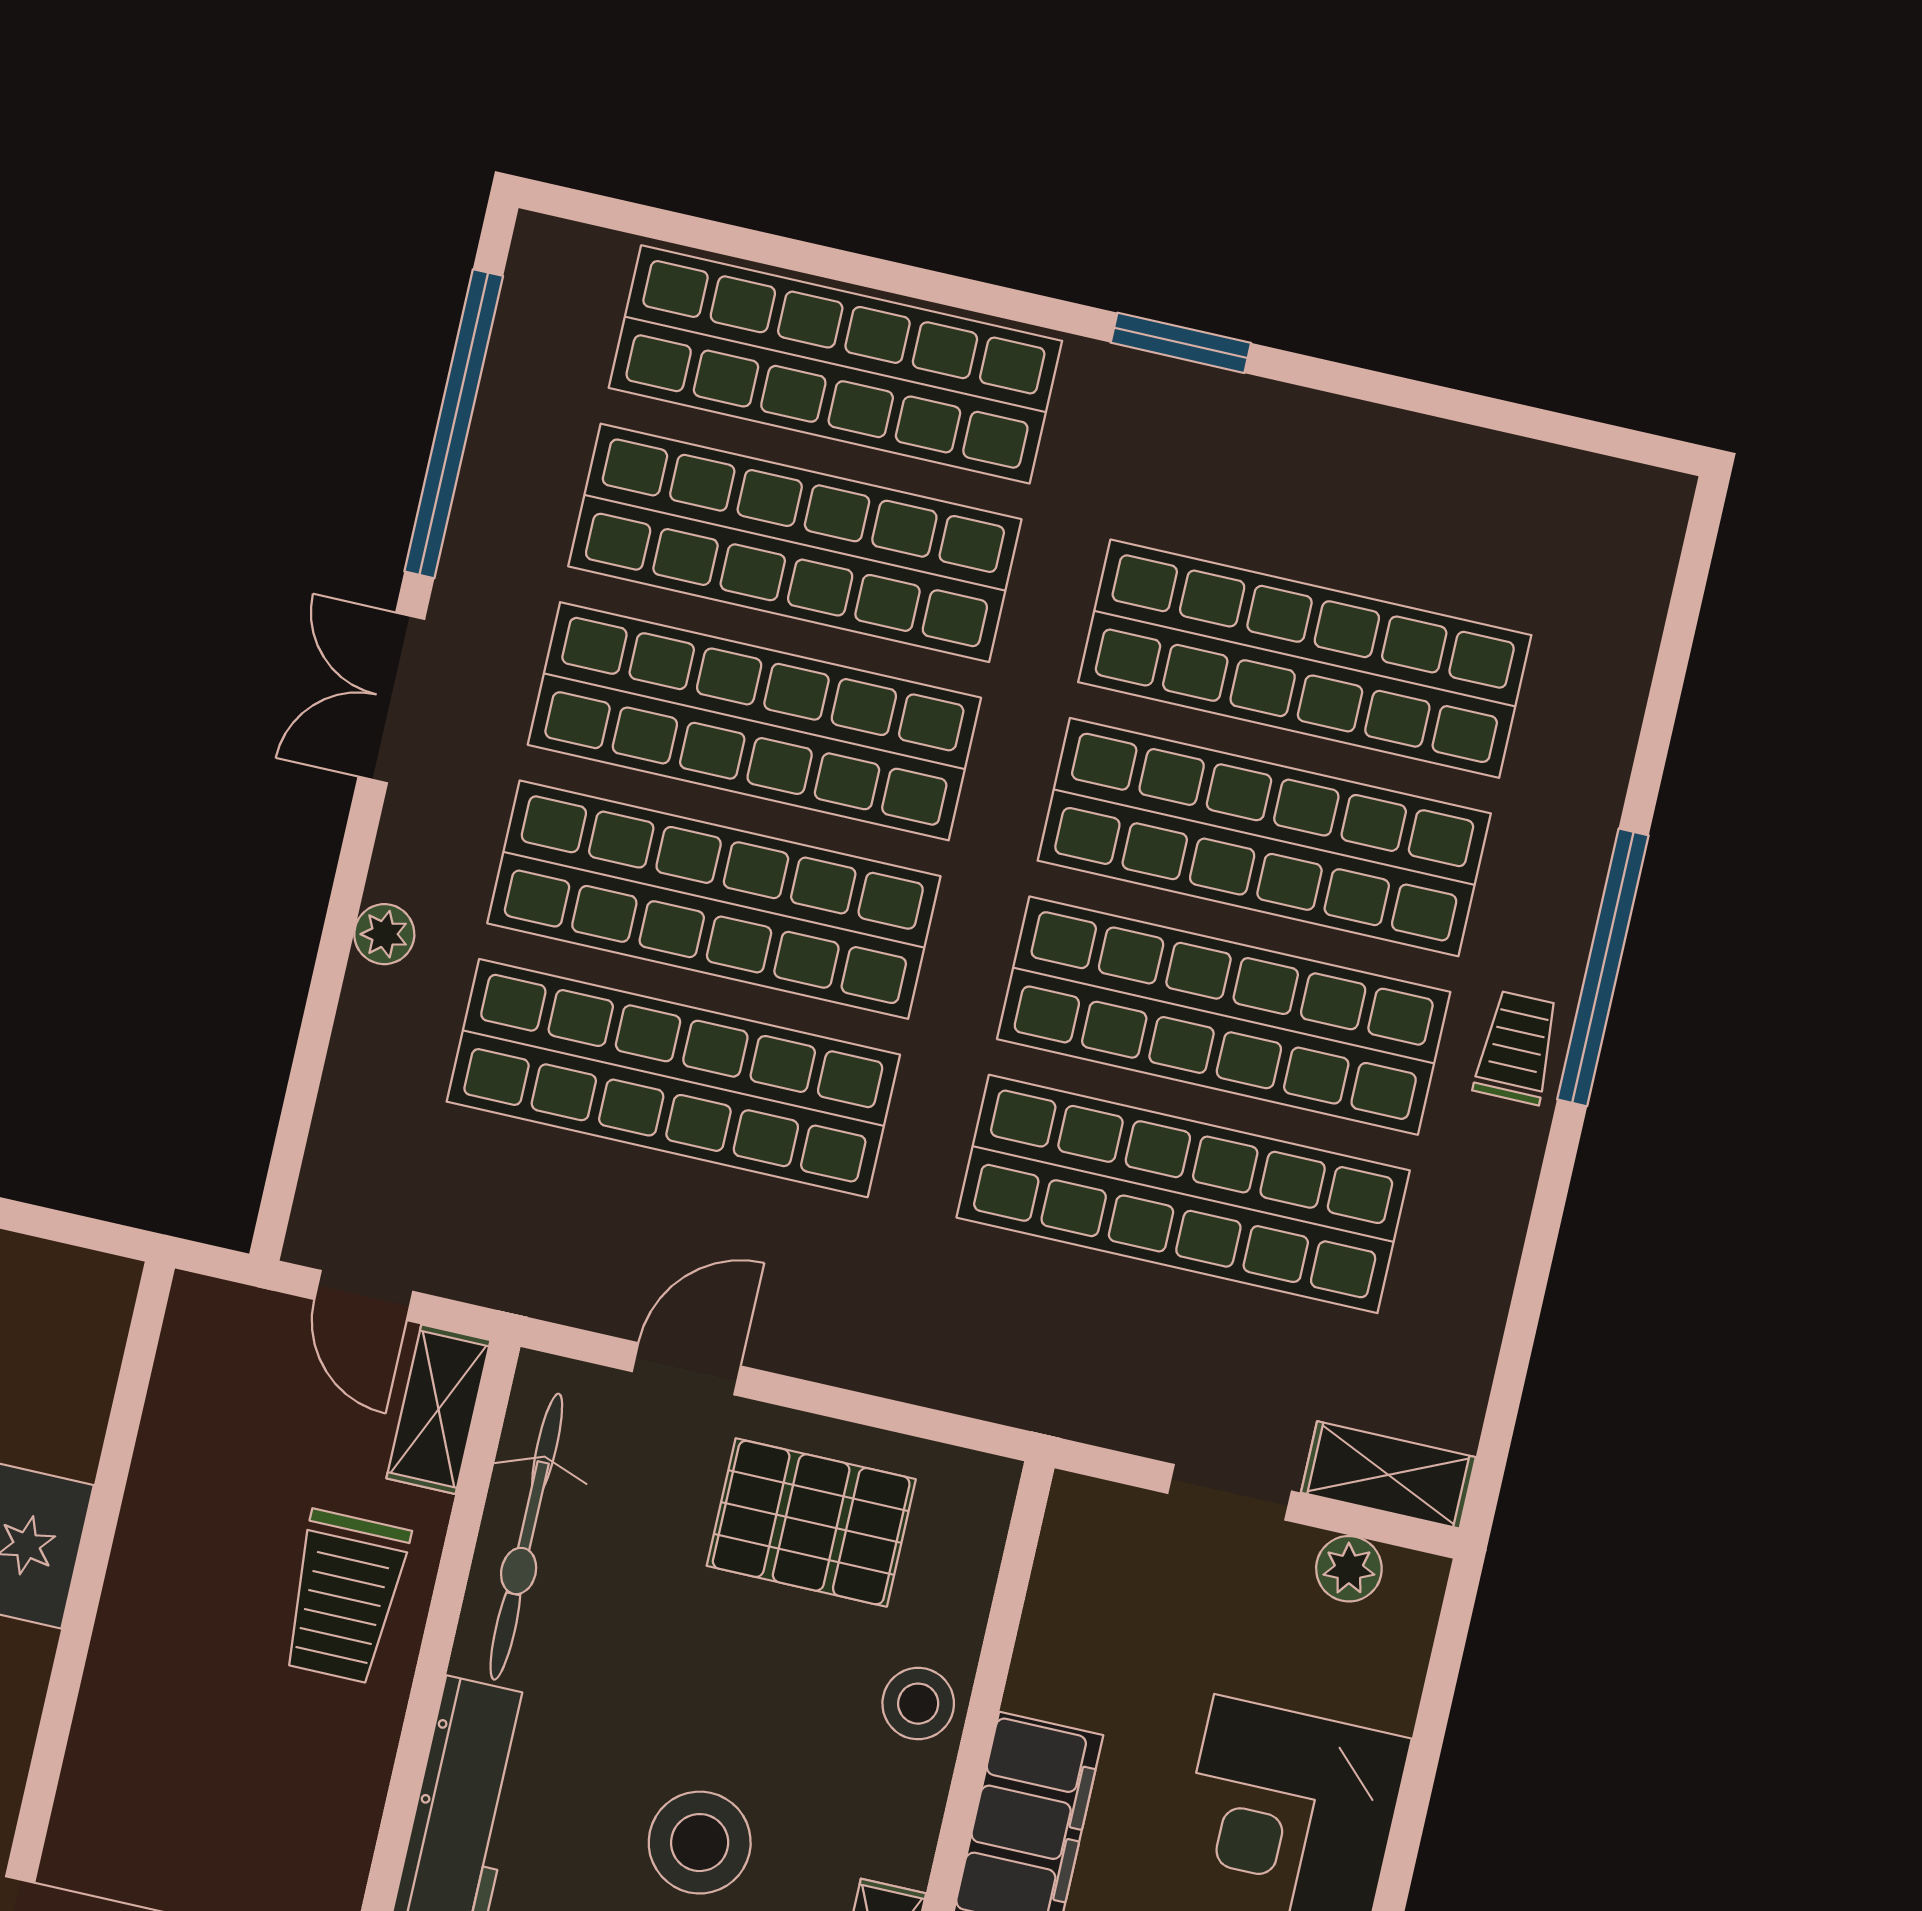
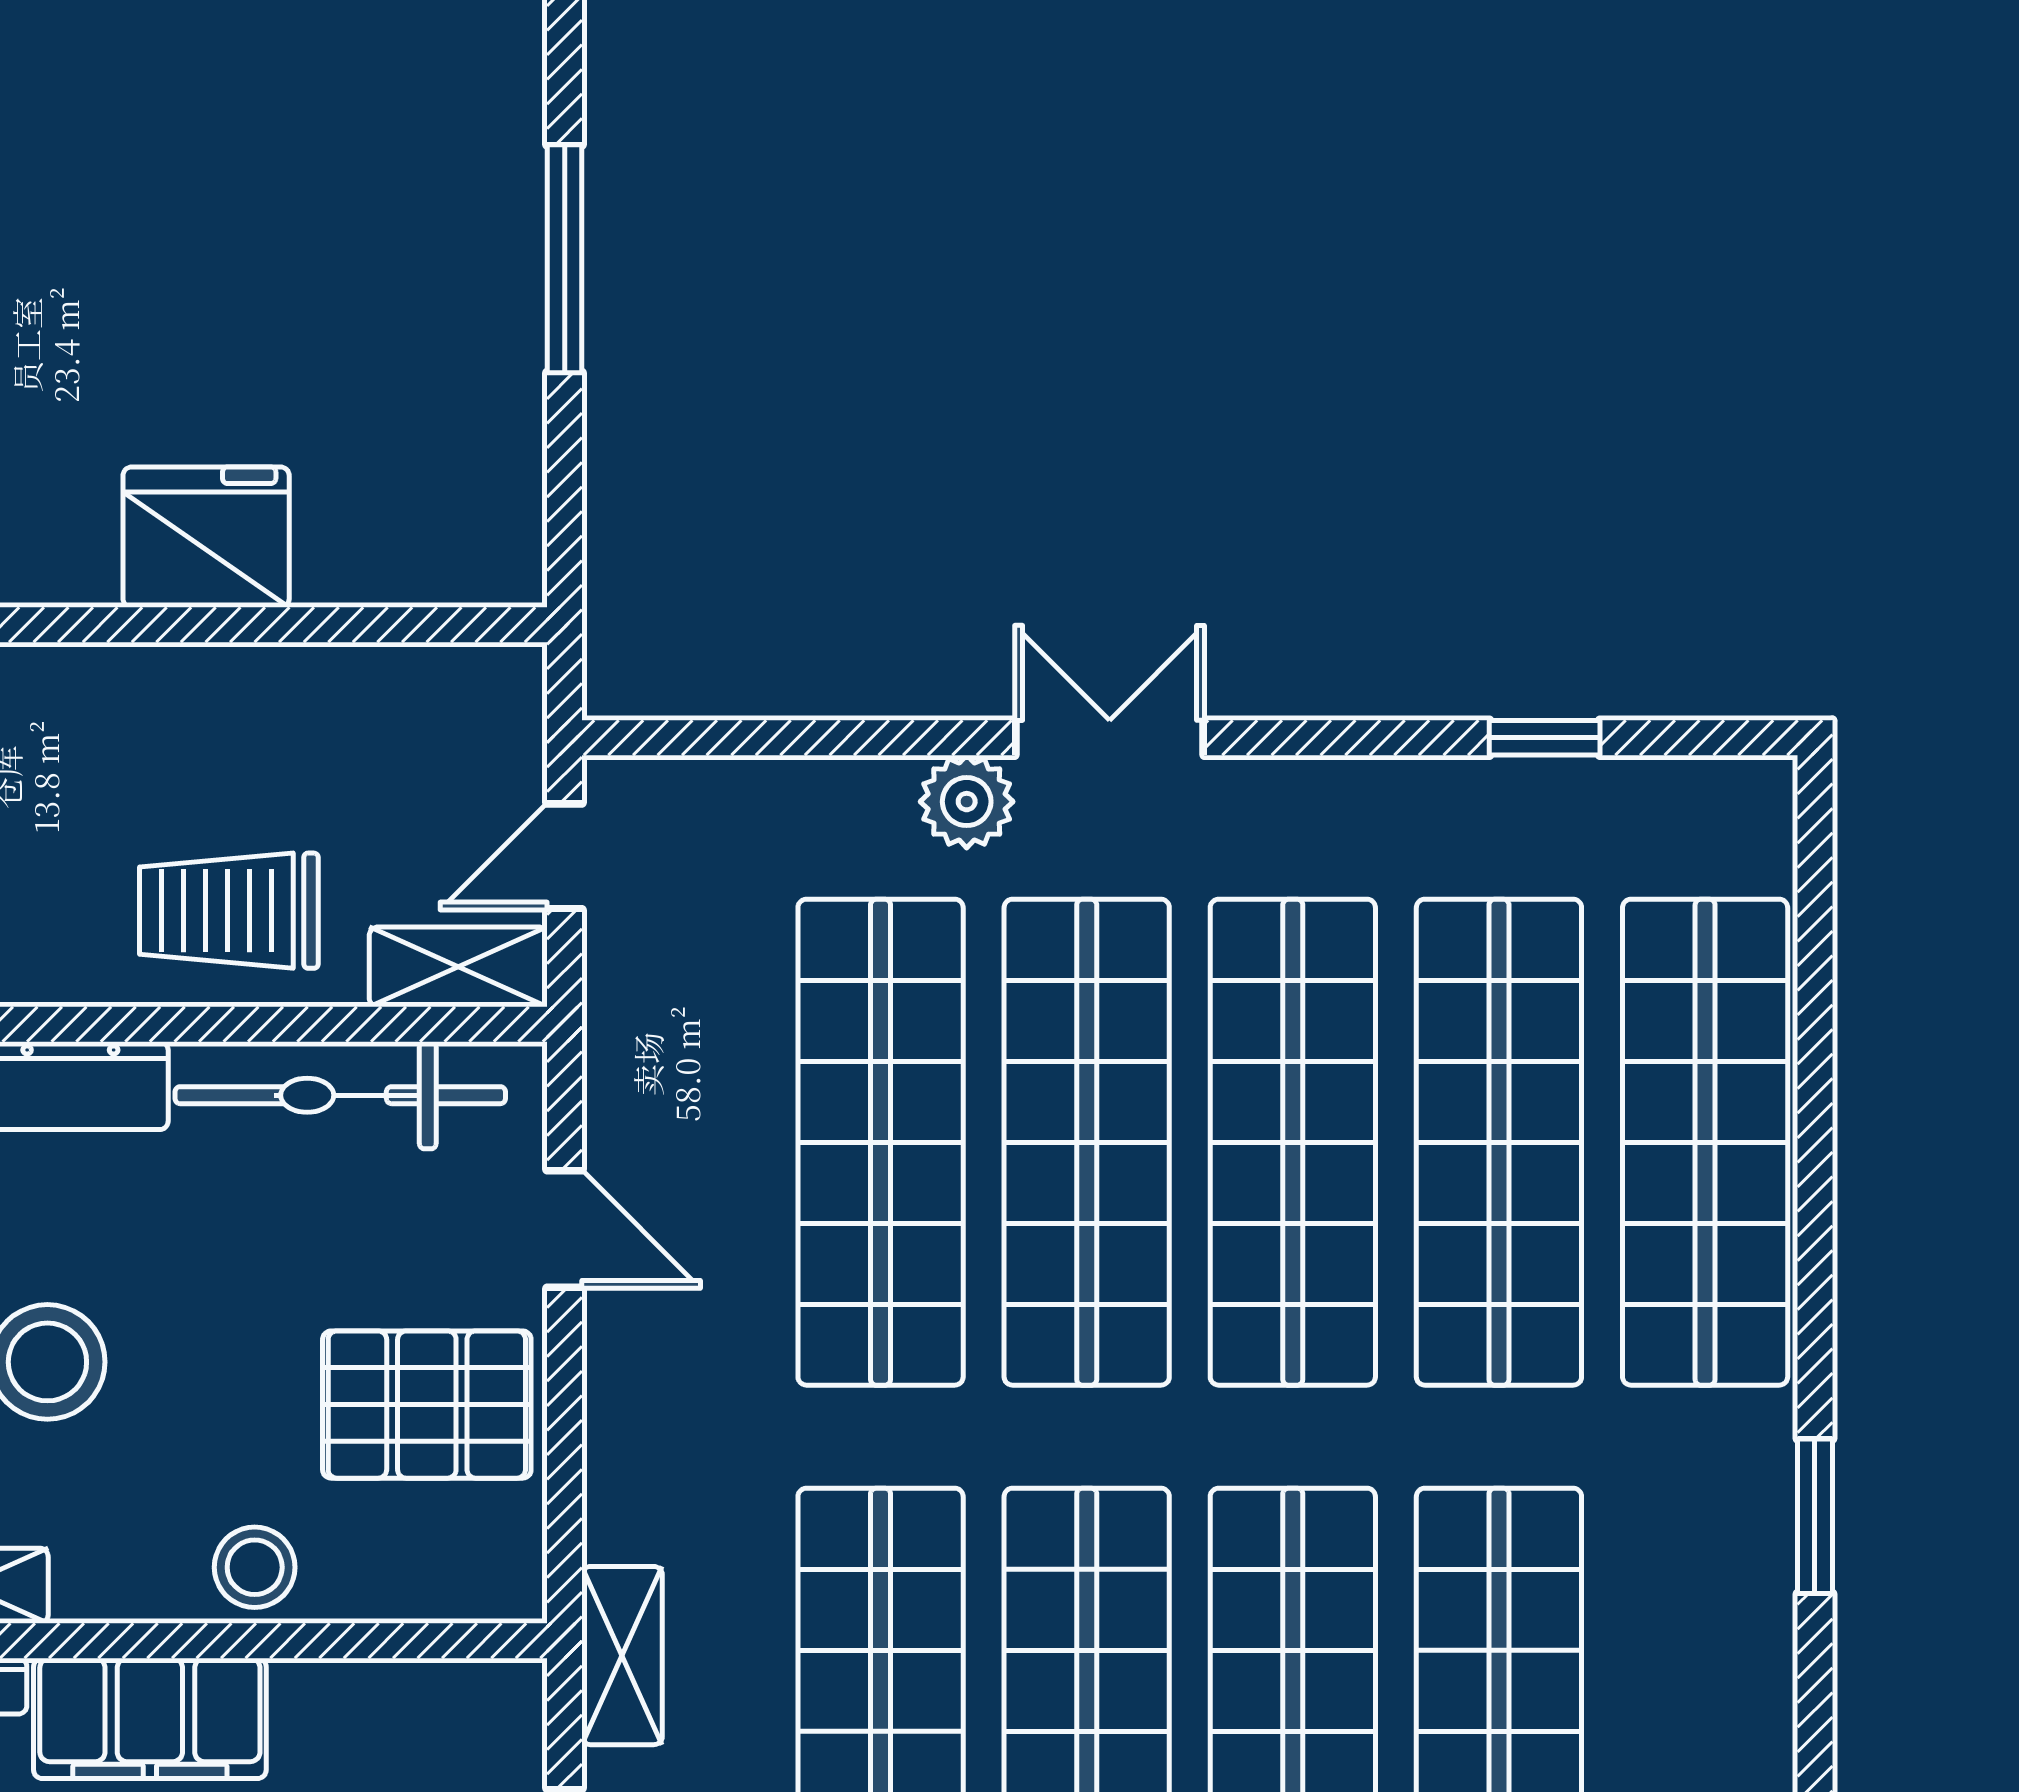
window: (454, 424) -> (1545, 738), width x0.32
double door: (391, 698) -> (1110, 738), moved
plant: (384, 934) -> (967, 802), width x1.38, depth x1.38
shelving: (1067, 1403) -> (622, 1656), added
pallet: (811, 1523) -> (427, 1405), turned 90

